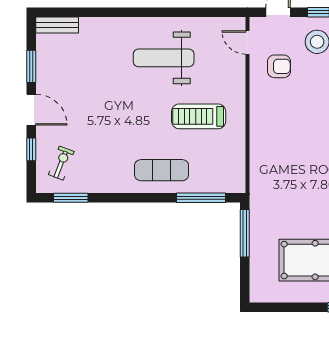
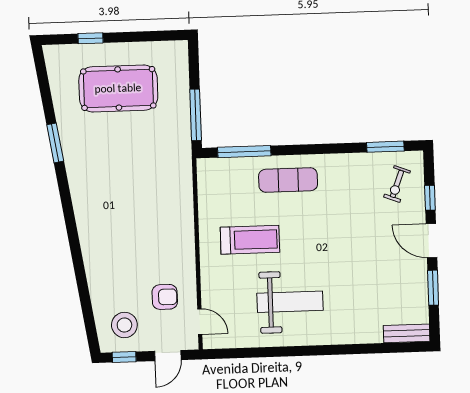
armchair: (279, 66) -> (165, 297), turned 180

